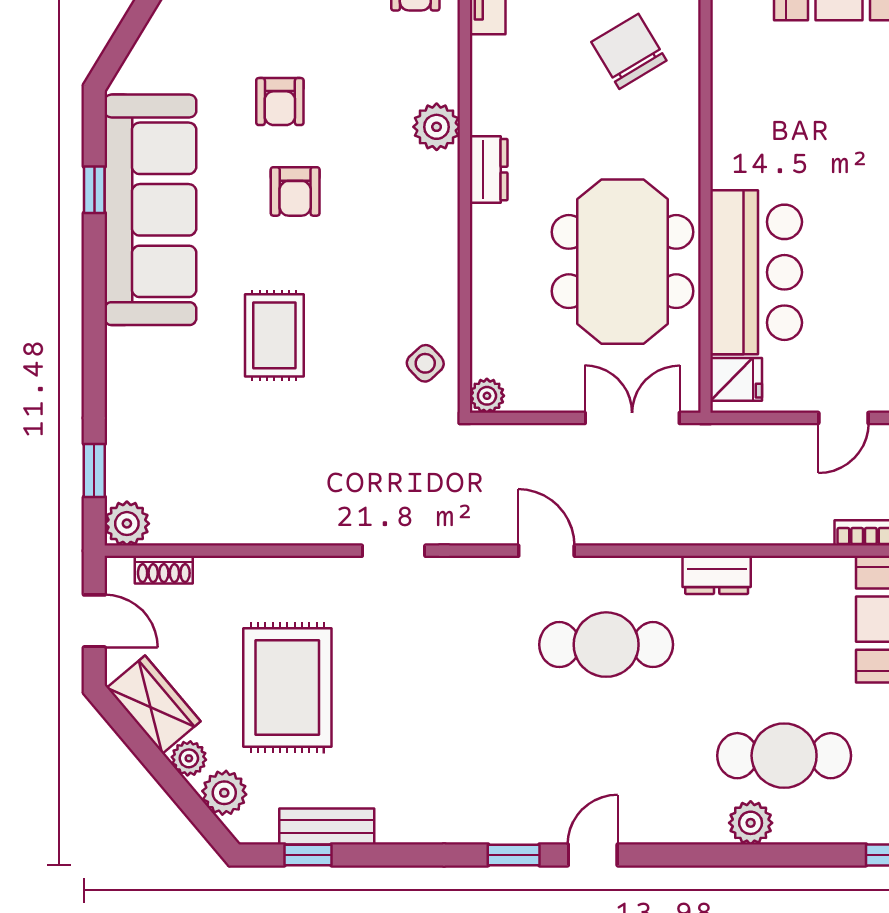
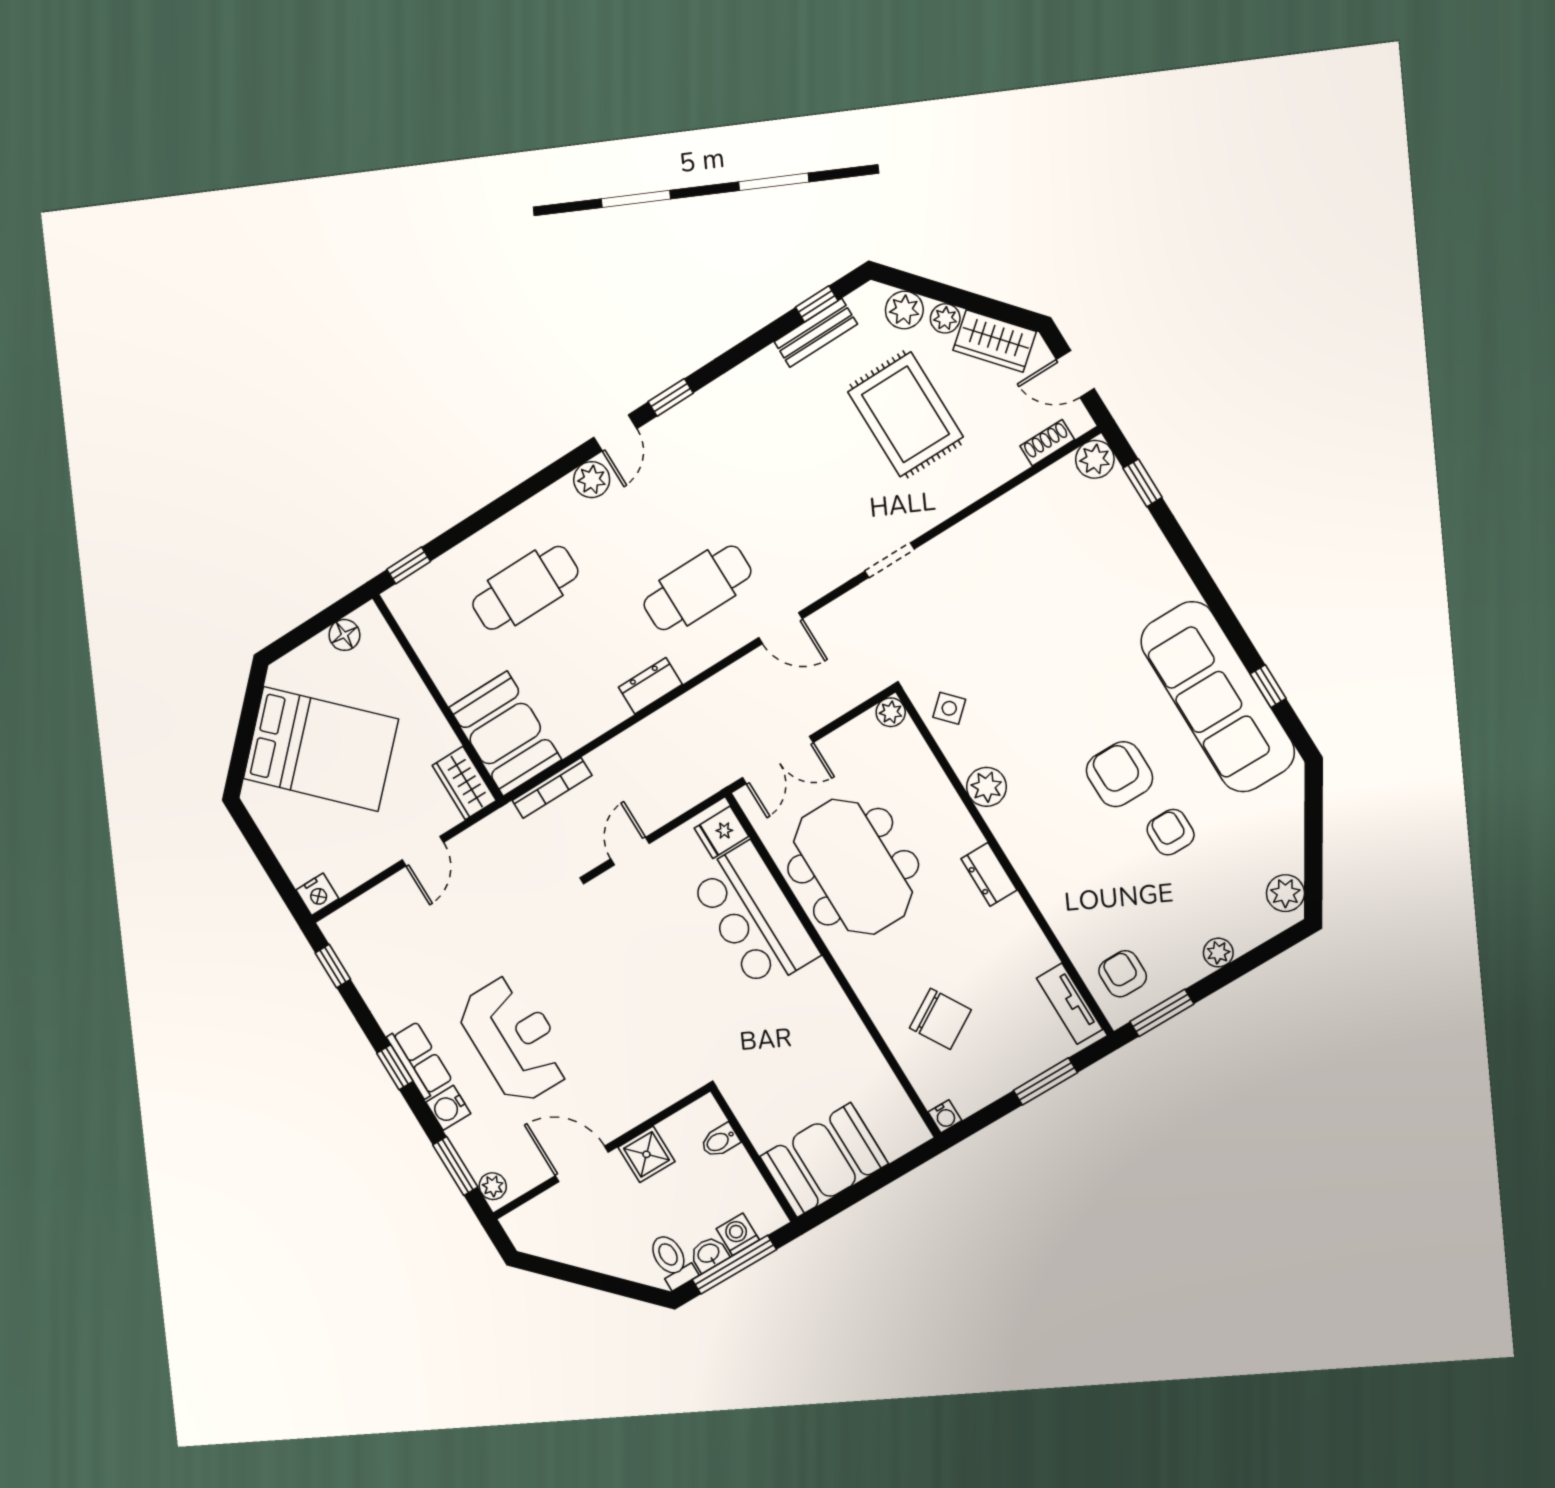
plant: (437, 127) -> (987, 787), moved
armchair: (295, 191) -> (1119, 774), width x1.38, depth x1.38
rug: (274, 335) -> (1071, 661), removed
plant: (751, 823) -> (592, 480), moved

